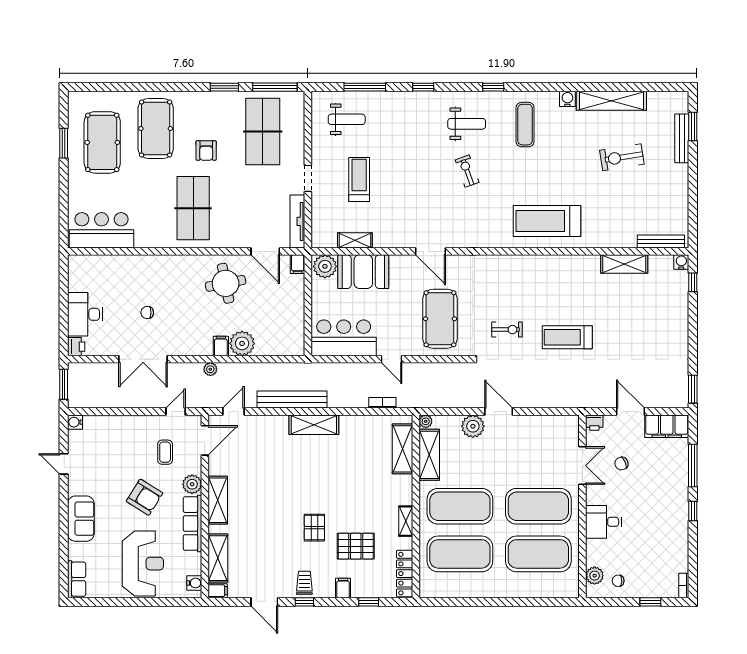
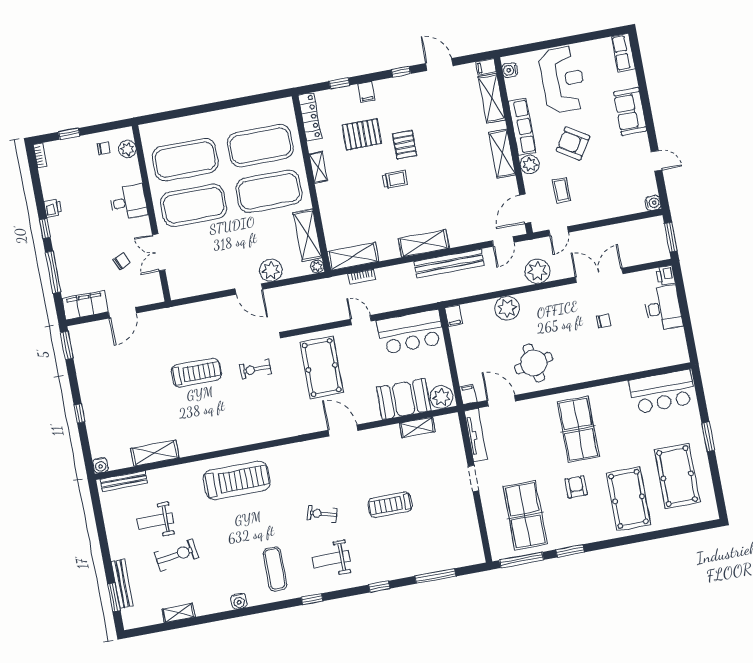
shelving: (611, 101) -> (179, 613), width x0.45, depth x0.75
weight bench: (347, 119) -> (155, 521), moved
window: (64, 143) -> (708, 437), moved
exercise bike: (467, 171) -> (322, 514), turned 127
treadmill: (359, 180) -> (390, 505), moved, turned 90
window: (693, 282) -> (79, 413), moved
filing cabinet: (221, 346) -> (454, 316), moved
plant: (210, 369) -> (537, 271), width x1.87, depth x1.87
door: (631, 411) -> (122, 313), hinge flipped
printer: (594, 423) -> (53, 208), moved, turned 90
shelving: (403, 449) -> (353, 256), moved, turned 90
reception desk: (143, 564) -> (563, 80), turned 180
trolley: (304, 583) -> (395, 179), moved, turned -90

